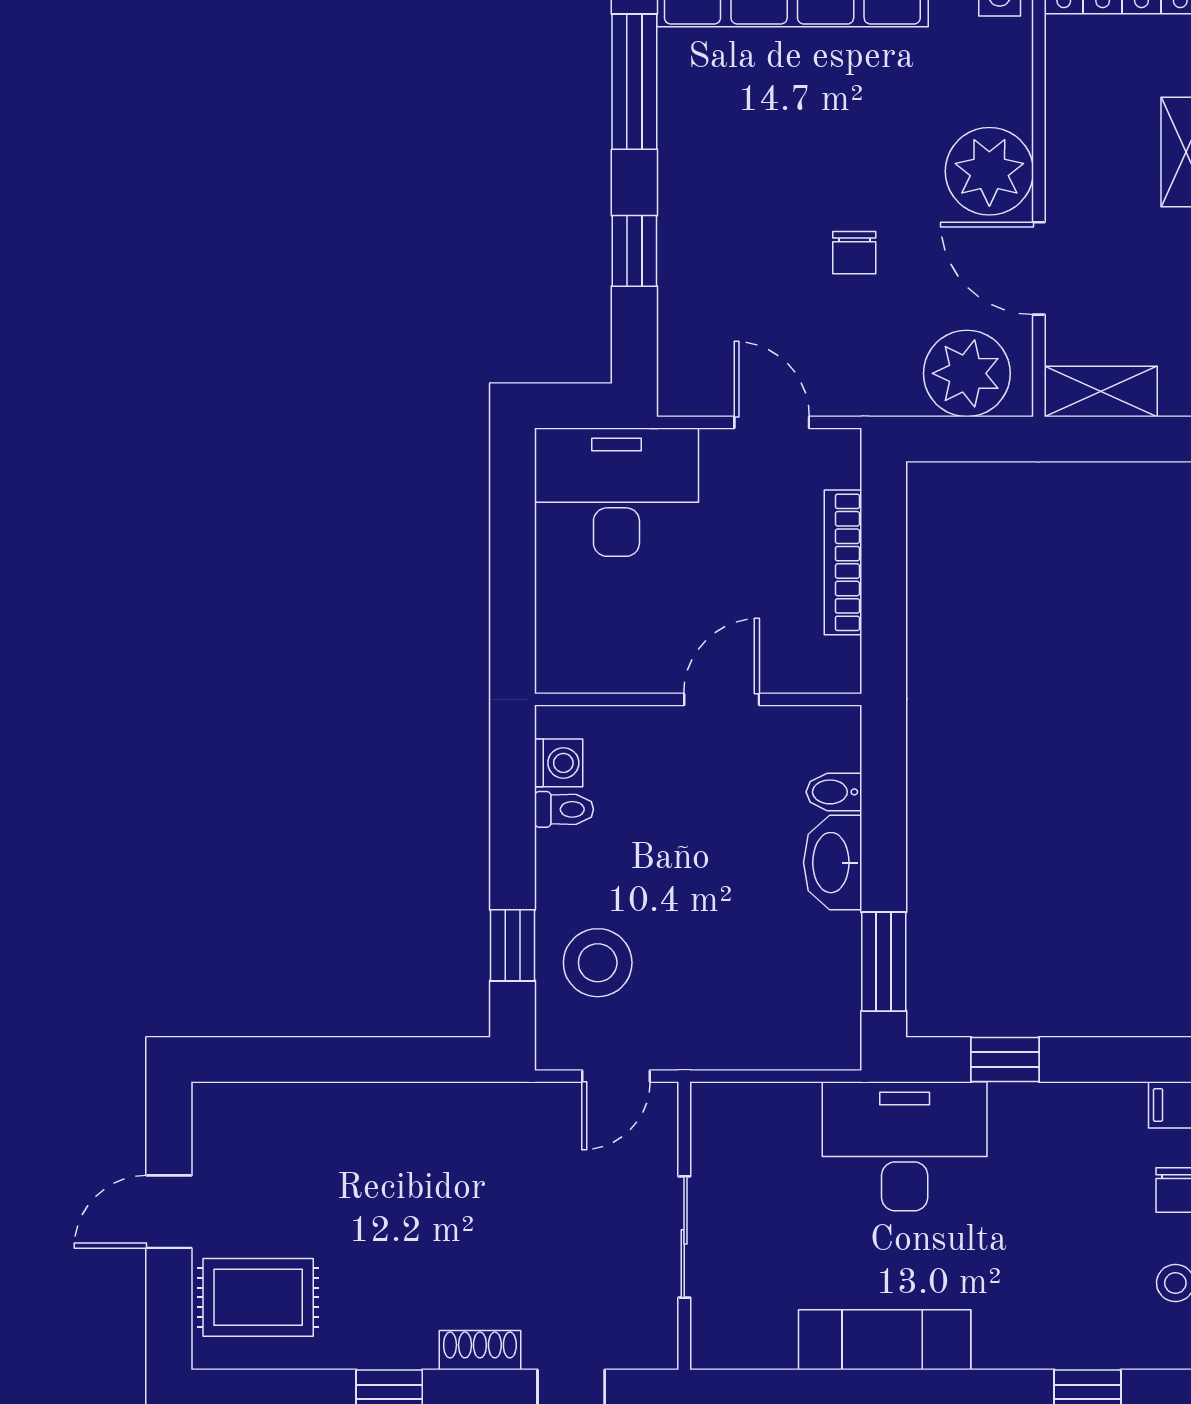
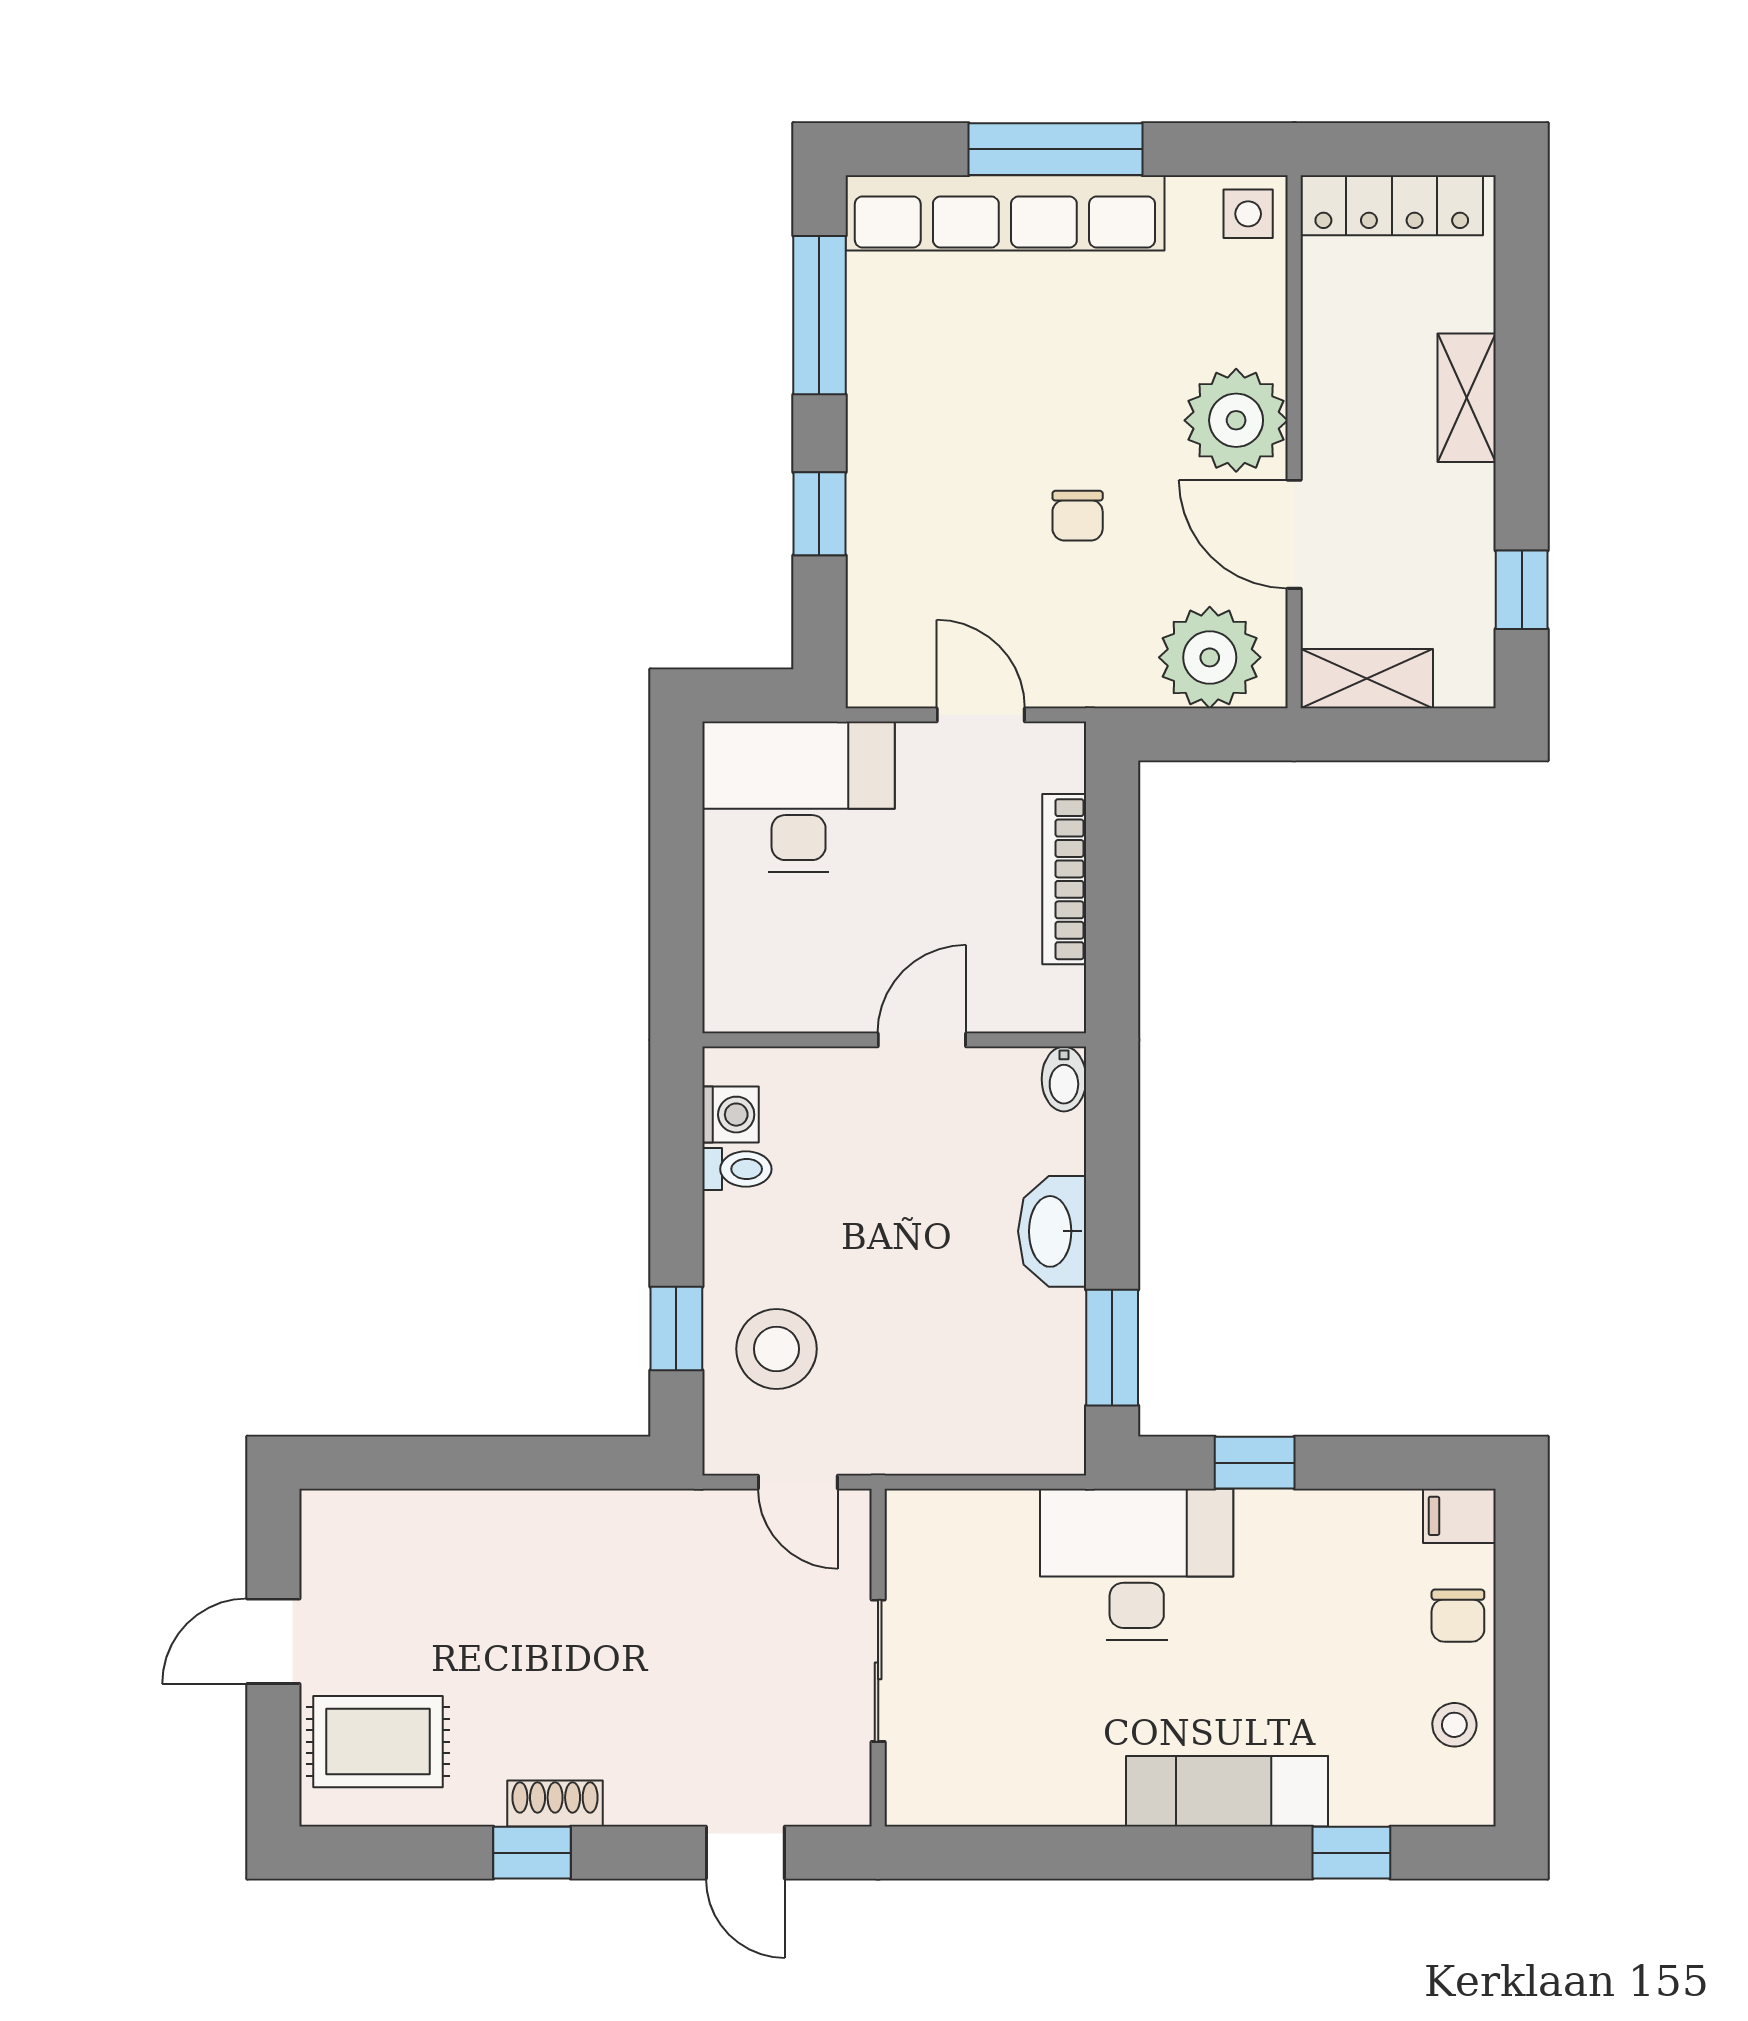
bidet: (834, 792) -> (1064, 1079), moved, turned -90
door: (616, 1076) -> (798, 1482), hinge flipped
exam couch: (885, 1340) -> (1227, 1791), moved
shoe rack: (480, 1350) -> (555, 1804), moved

